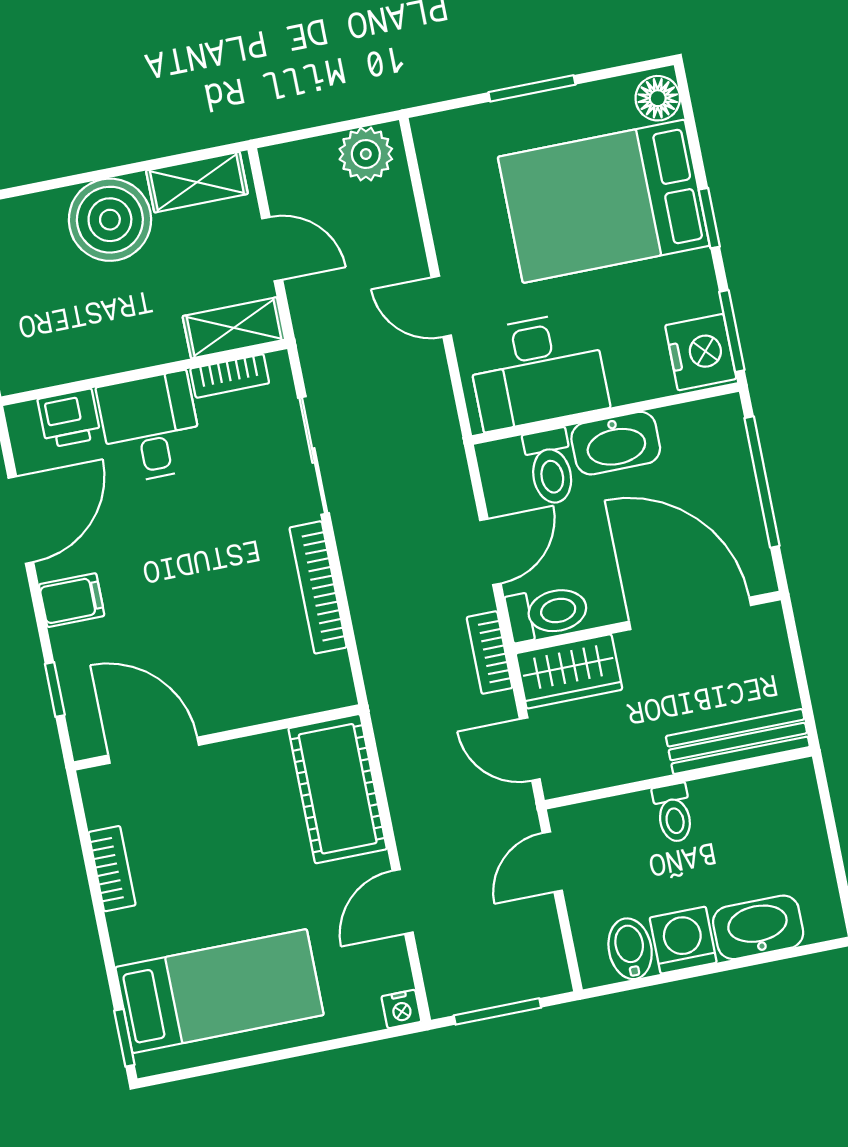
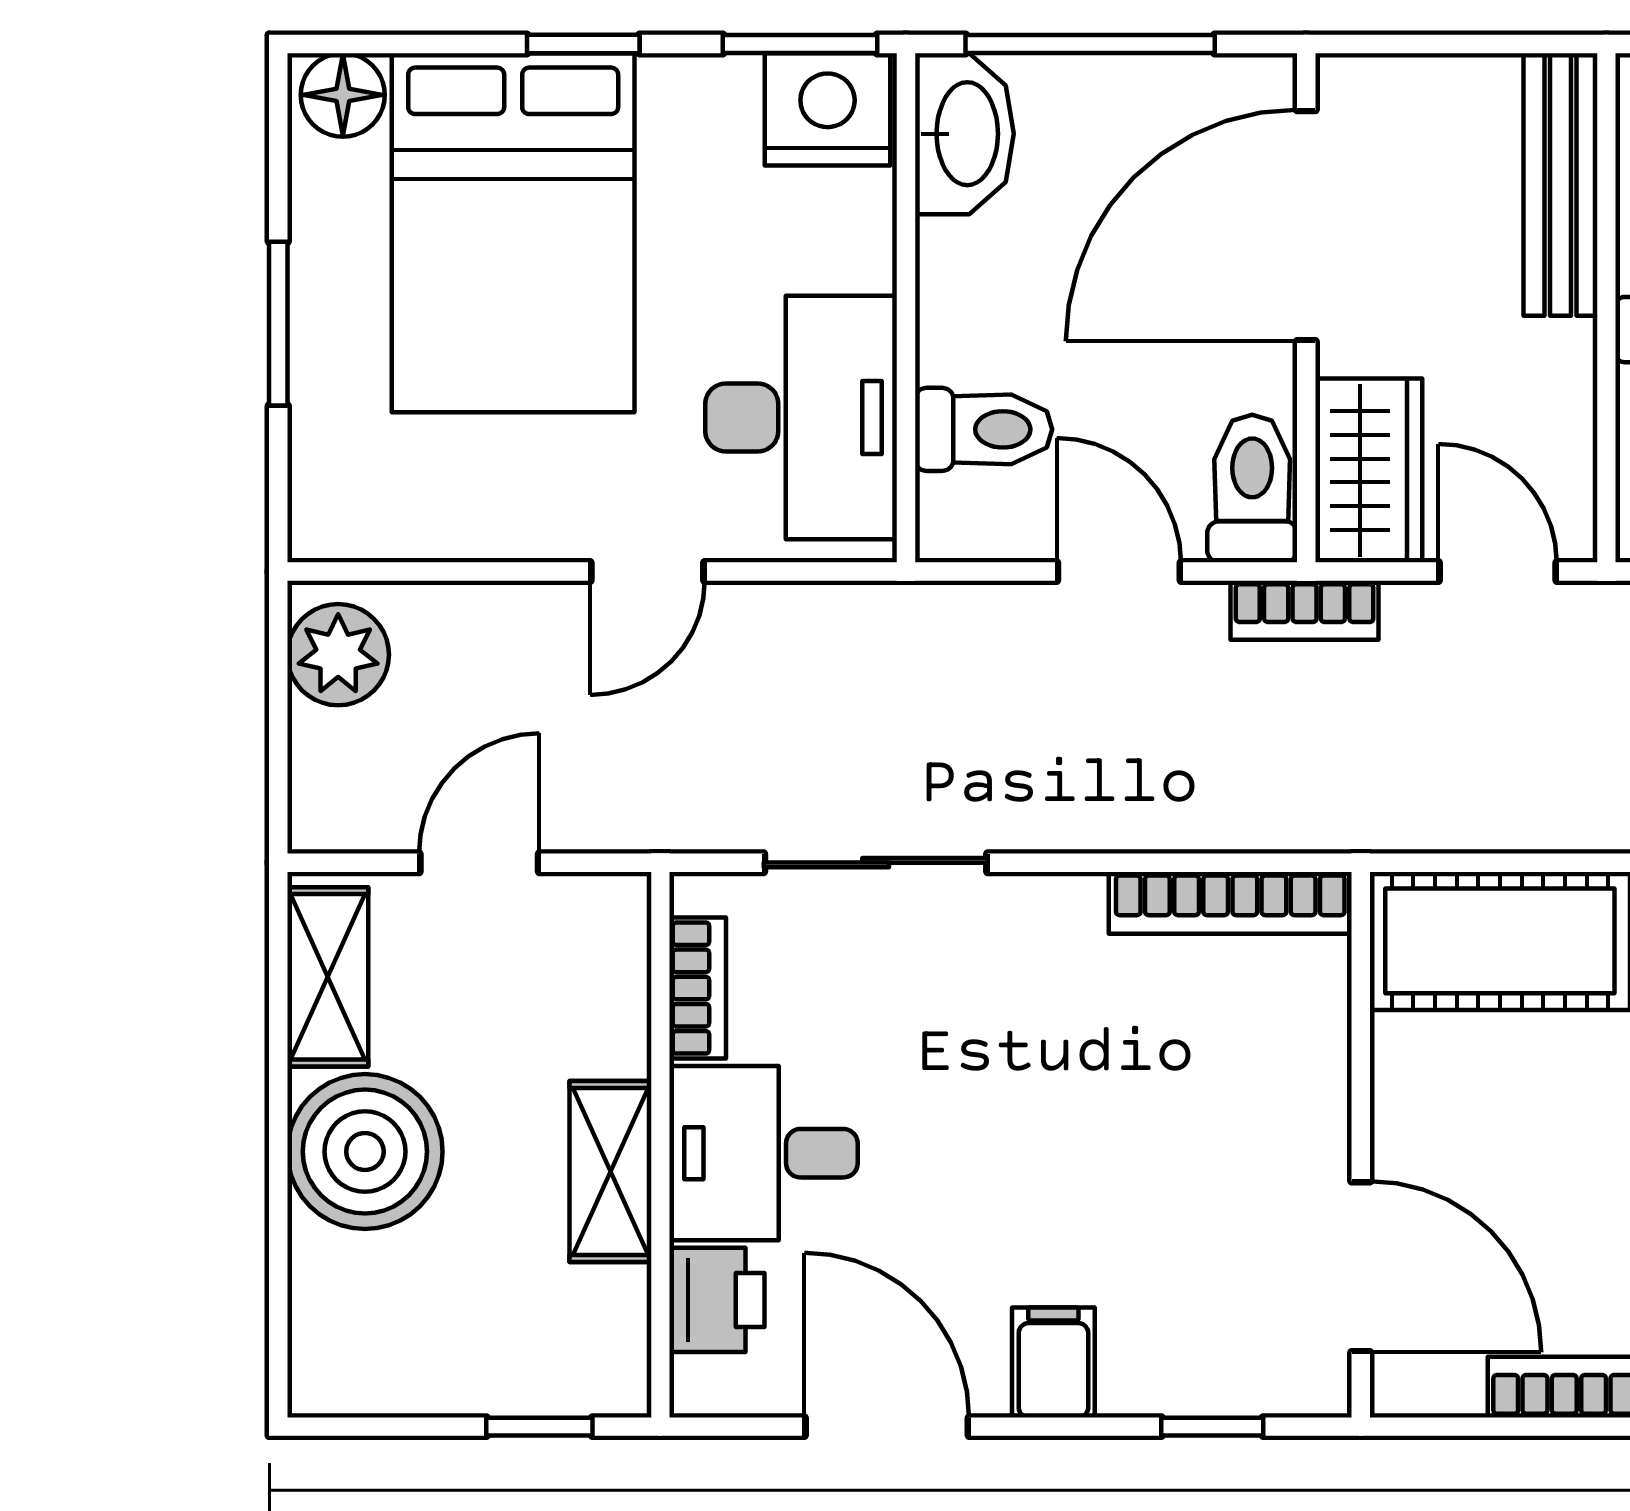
shelving: (234, 328) -> (610, 1171), moved
washbasin: (616, 443) -> (964, 134), moved
bookcase: (318, 587) -> (1230, 903), moved
door: (530, 749) -> (1498, 572), swing flipped
door: (154, 750) -> (1361, 1267), swing flipped

